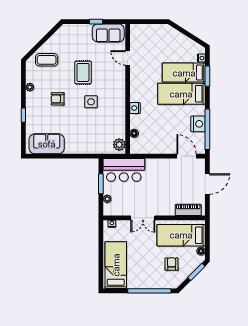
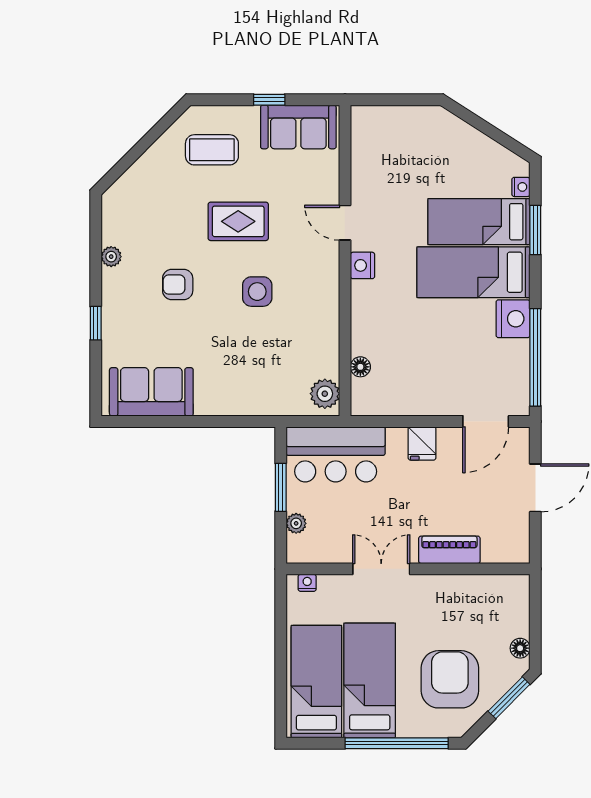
door: (128, 58) -> (345, 223), moved
coffee table: (47, 60) -> (212, 150), moved
rug: (83, 72) -> (238, 221), turned 90
nightstand: (135, 108) -> (362, 265), moved
nightstand: (198, 124) -> (513, 319), moved
door: (187, 156) -> (486, 421), swing flipped
fridge: (160, 165) -> (422, 443), added
piano: (188, 210) -> (449, 550), moved
double door: (143, 218) -> (381, 569), swing flipped
bed: (181, 235) -> (370, 680), moved, turned 90
armchair: (172, 264) -> (450, 679), width x1.88, depth x1.88

